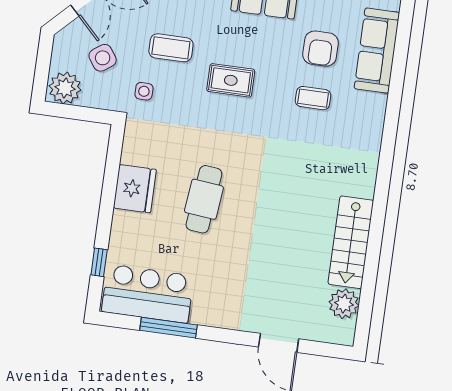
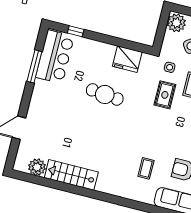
rug: (231, 80) -> (165, 95), moved
coffee table: (313, 98) -> (146, 168), moved
fridge: (135, 189) -> (127, 59), moved

